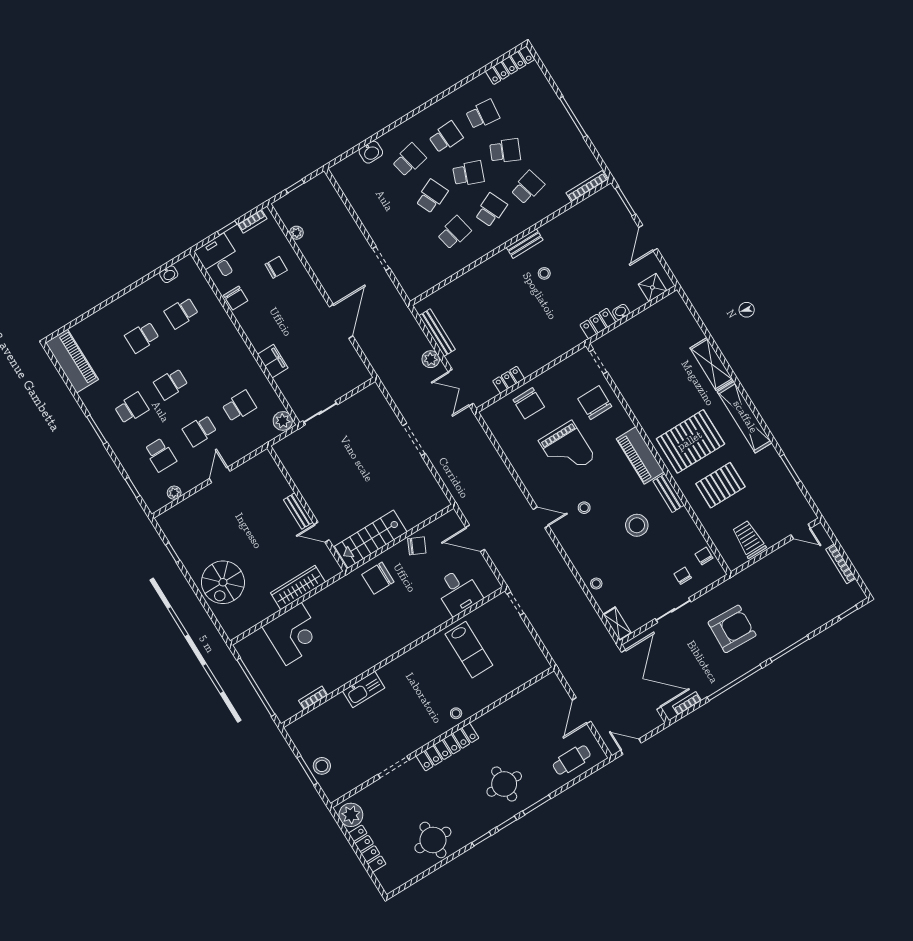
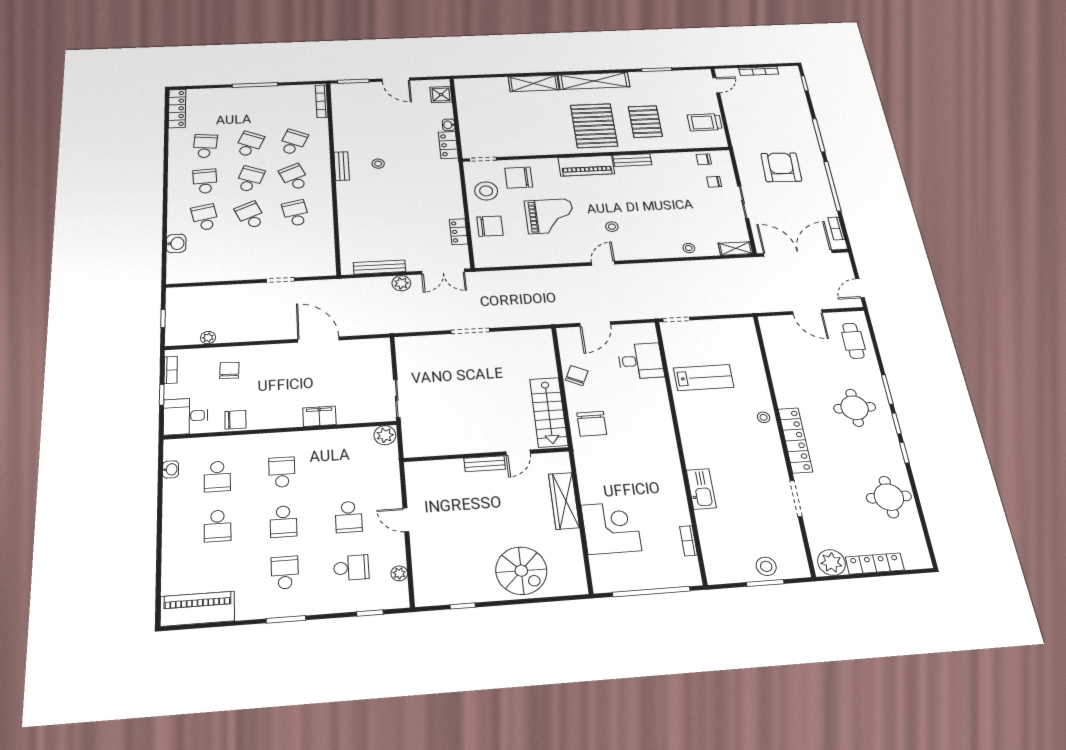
school desk: (528, 187) -> (293, 142), turned 39
school desk: (239, 406) -> (282, 472), moved
stool: (637, 525) -> (486, 191), moved

